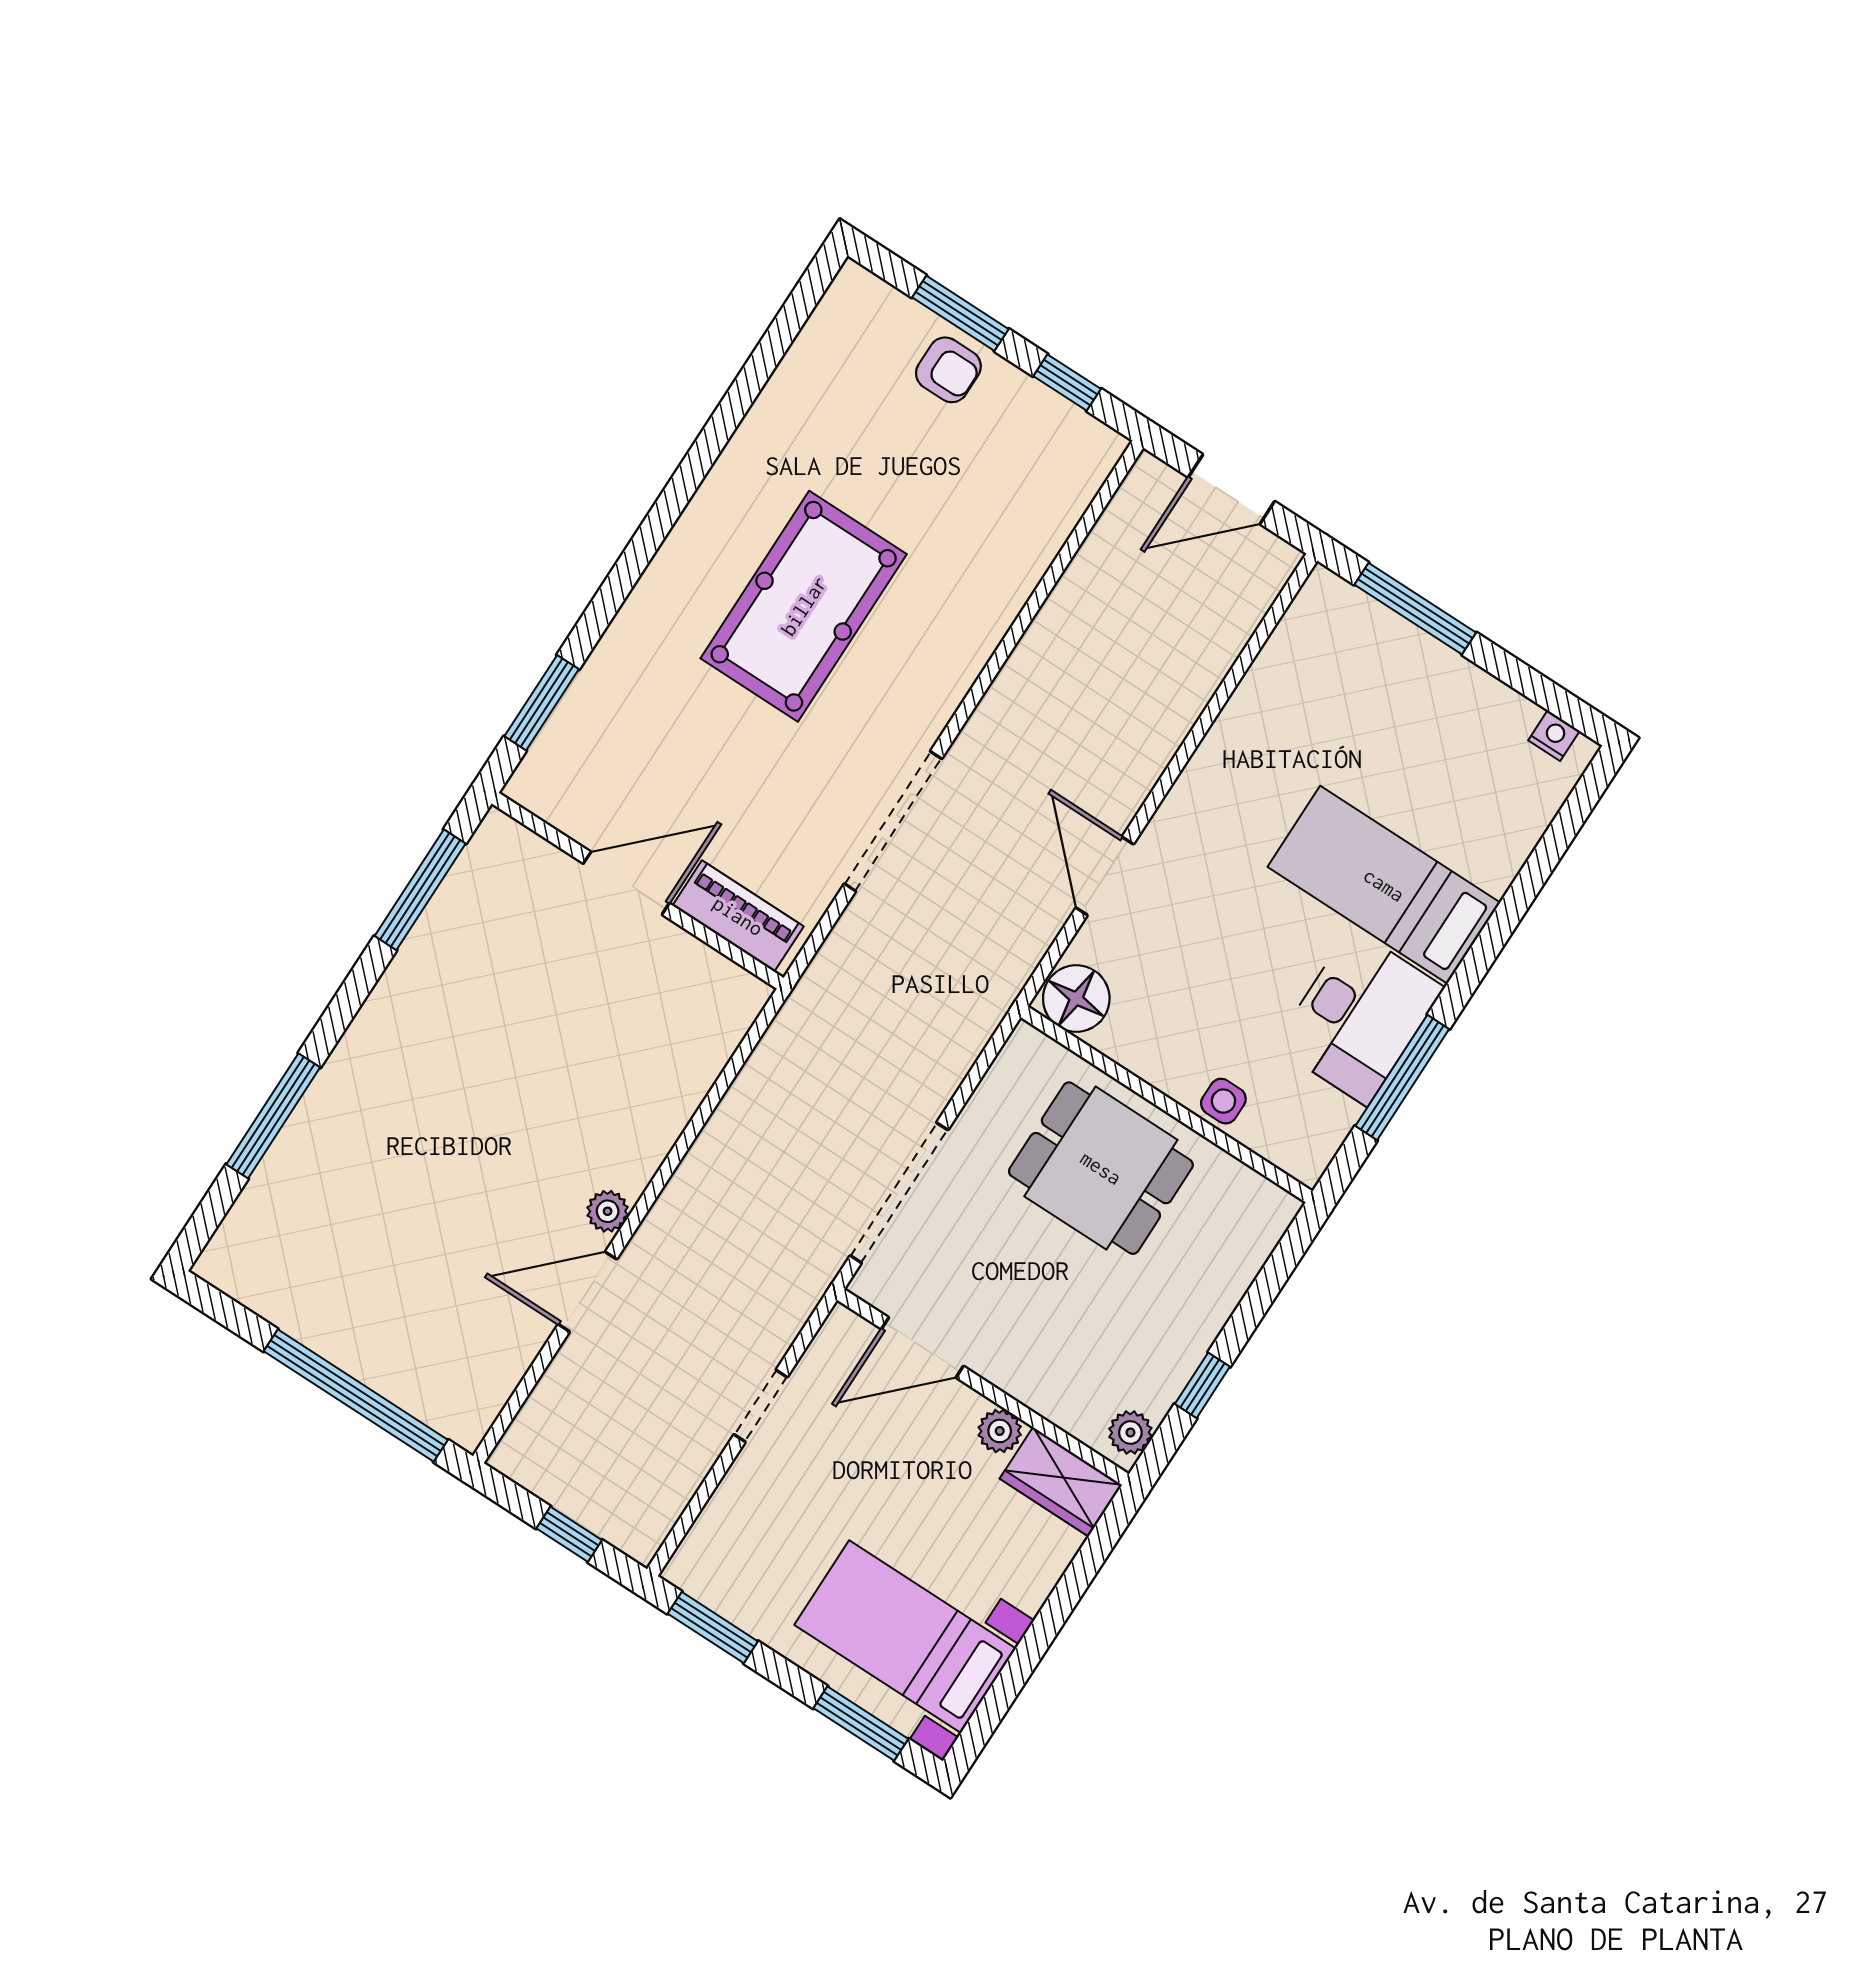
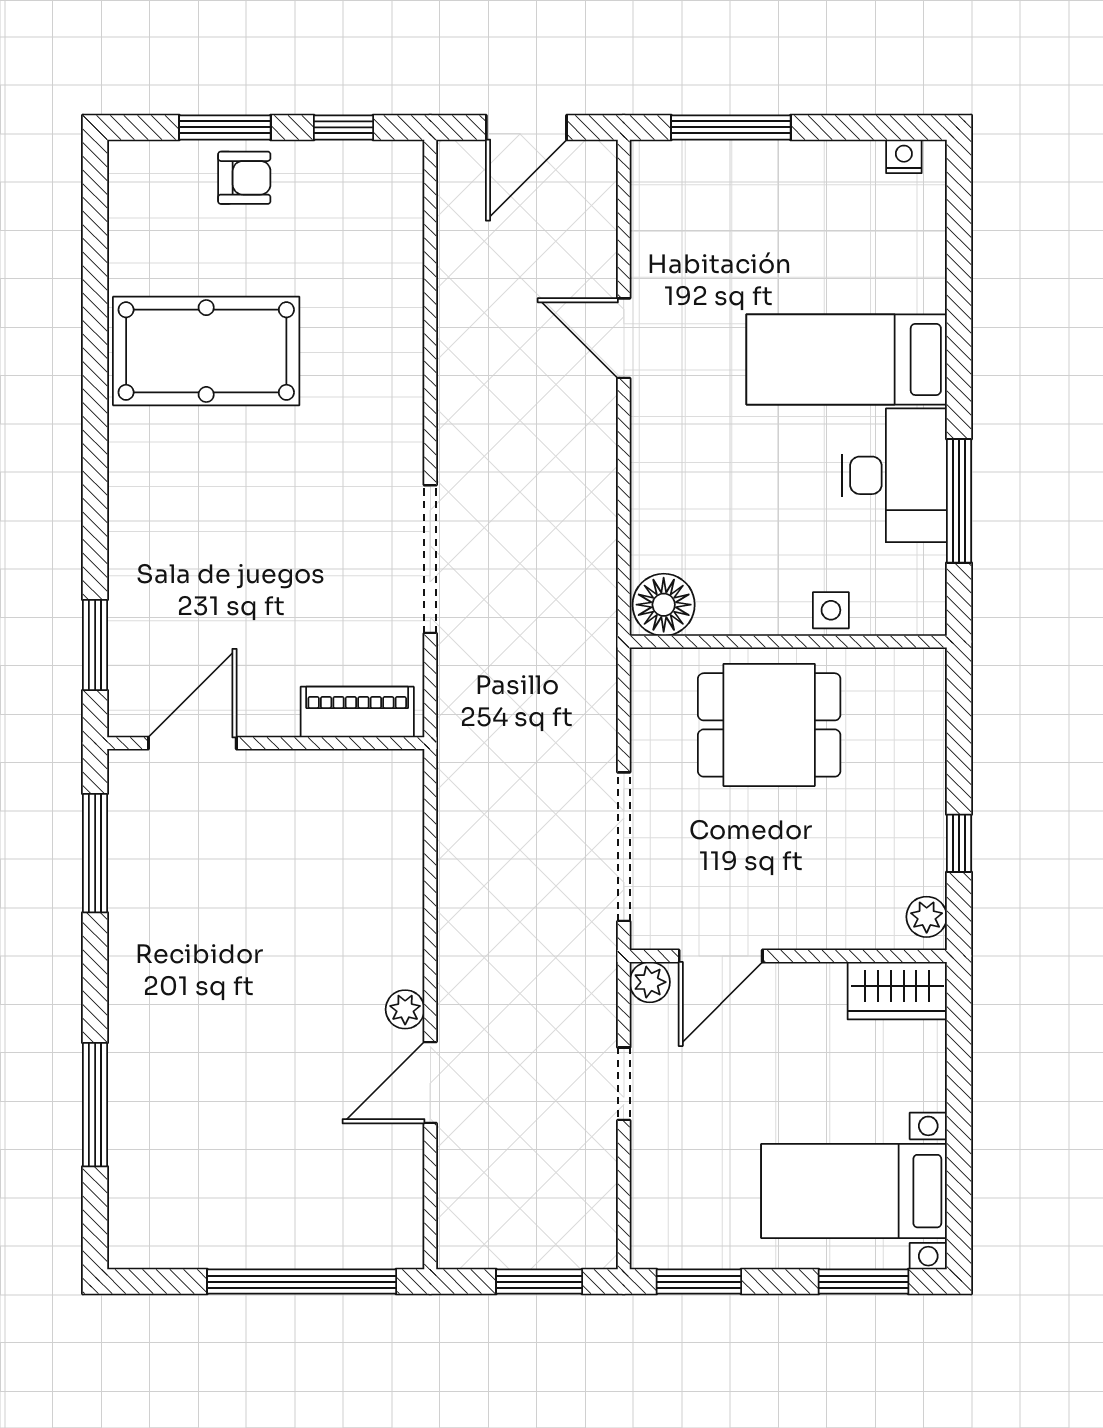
pool table: (804, 606) -> (206, 351), moved, turned 90
door: (1105, 876) -> (624, 338), moved
door: (626, 883) -> (192, 743), moved
plant: (1000, 1431) -> (650, 982), moved
window: (569, 1534) -> (539, 1282), width x1.50

